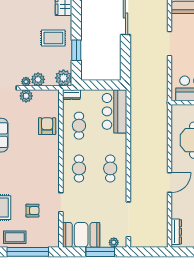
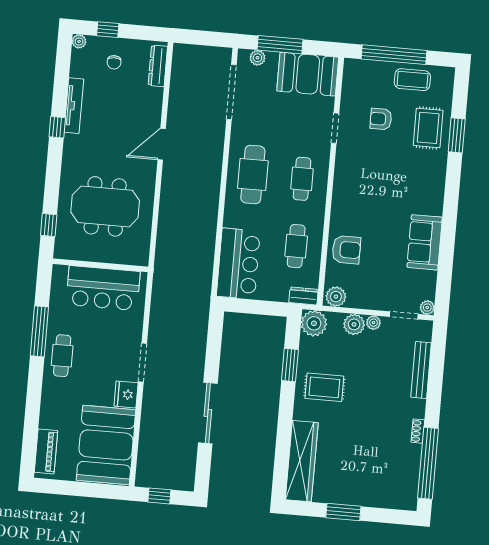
fridge: (178, 23) -> (126, 394), added
plant: (26, 96) -> (336, 297), moved
armchair: (47, 126) -> (346, 250), turned -90
cafe table: (110, 168) -> (253, 175), width x1.37, depth x1.35

